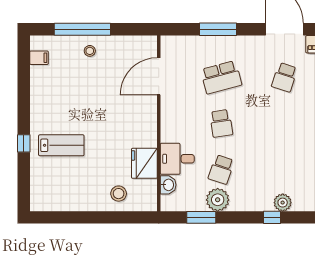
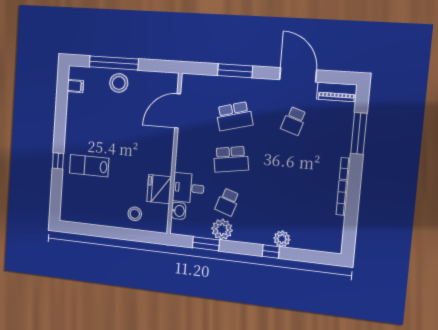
stool: (90, 51) -> (119, 83), width x1.89, depth x1.89
school desk: (221, 123) -> (231, 159), width x1.85
lab bench: (61, 145) -> (89, 166), turned 180

